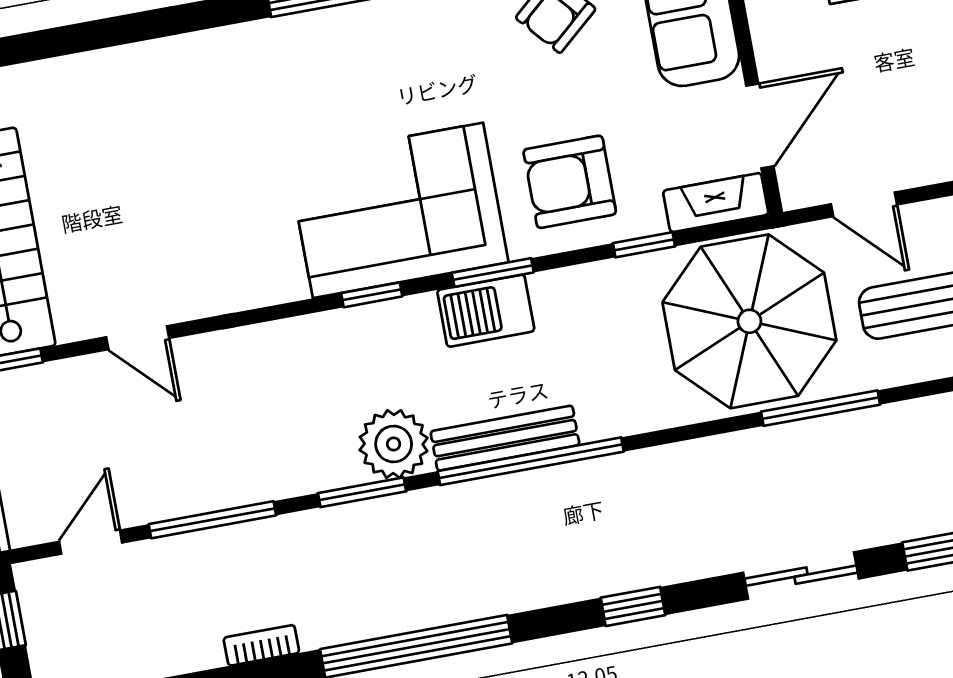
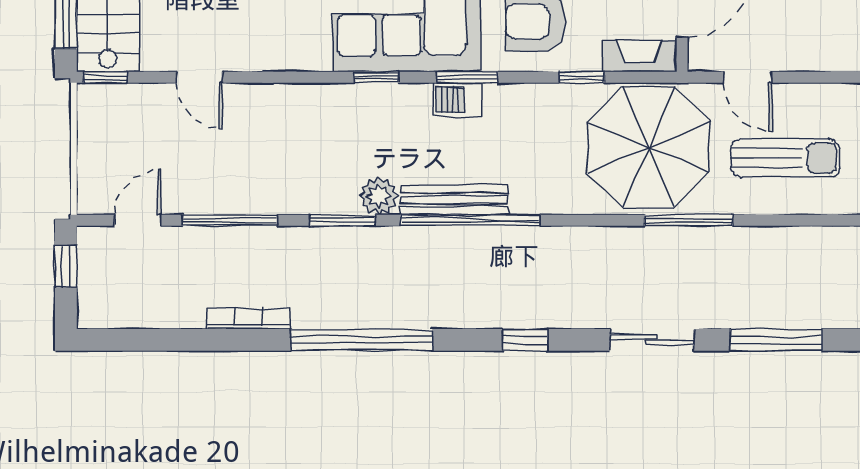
barbecue: (486, 311) -> (457, 100), width x0.73, depth x0.79
plant: (394, 444) -> (379, 196), width x0.73, depth x0.73
bookcase: (261, 645) -> (249, 318), width x1.56

